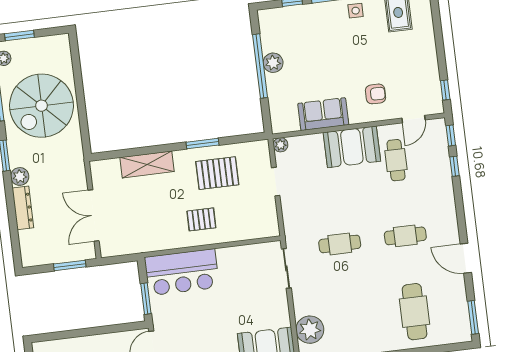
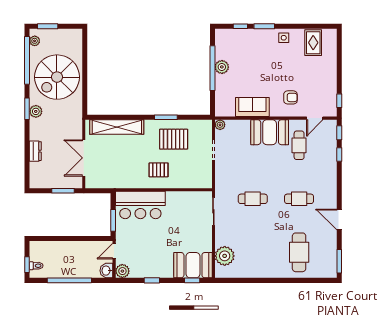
shelving: (147, 164) -> (117, 127), width x1.47
plant: (20, 176) -> (36, 111), moved
dresser: (23, 208) -> (35, 151), width x0.70

